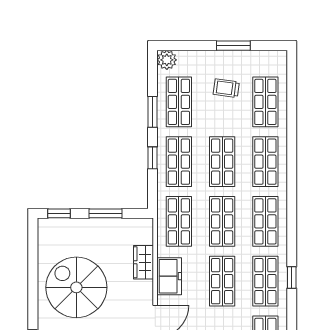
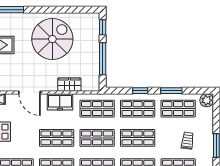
window: (105, 213) -> (103, 59), width x1.44

